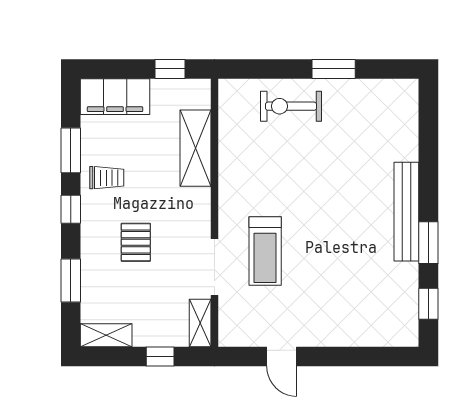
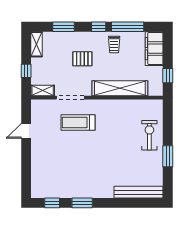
shelving: (196, 148) -> (120, 88), width x1.47
window: (71, 150) -> (128, 27), width x1.44
bench: (406, 212) -> (139, 192), moved

